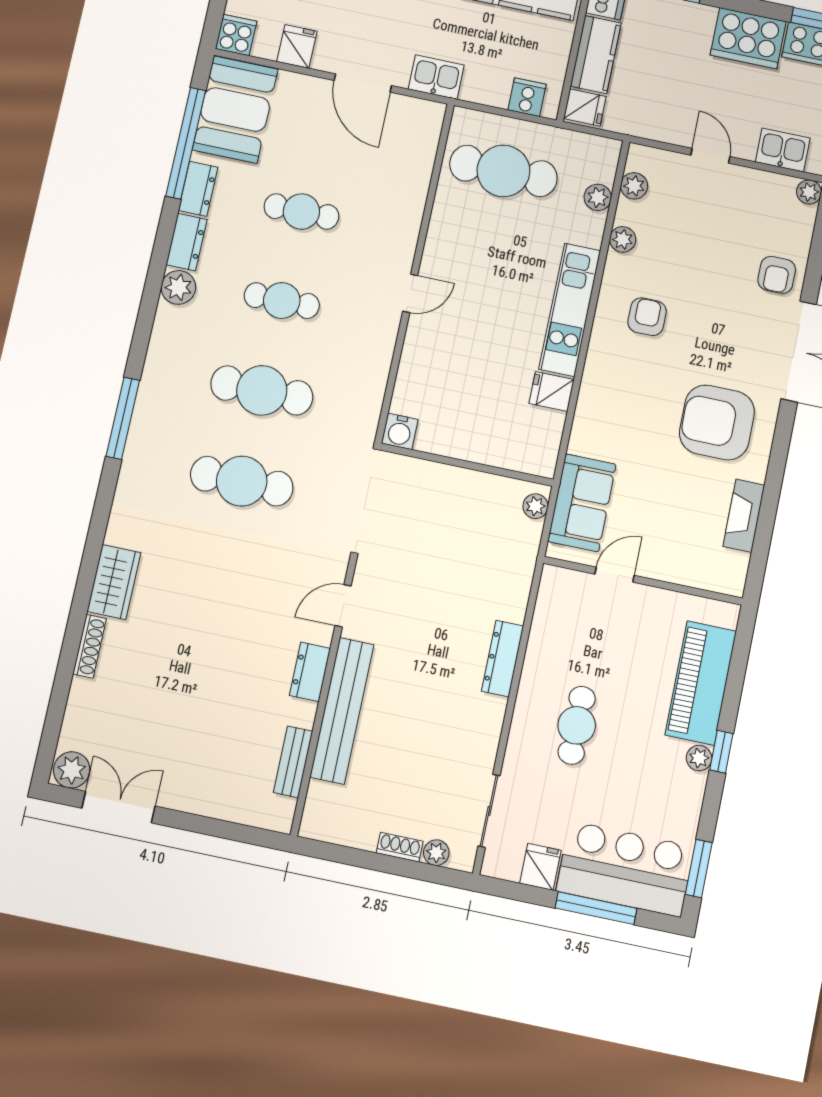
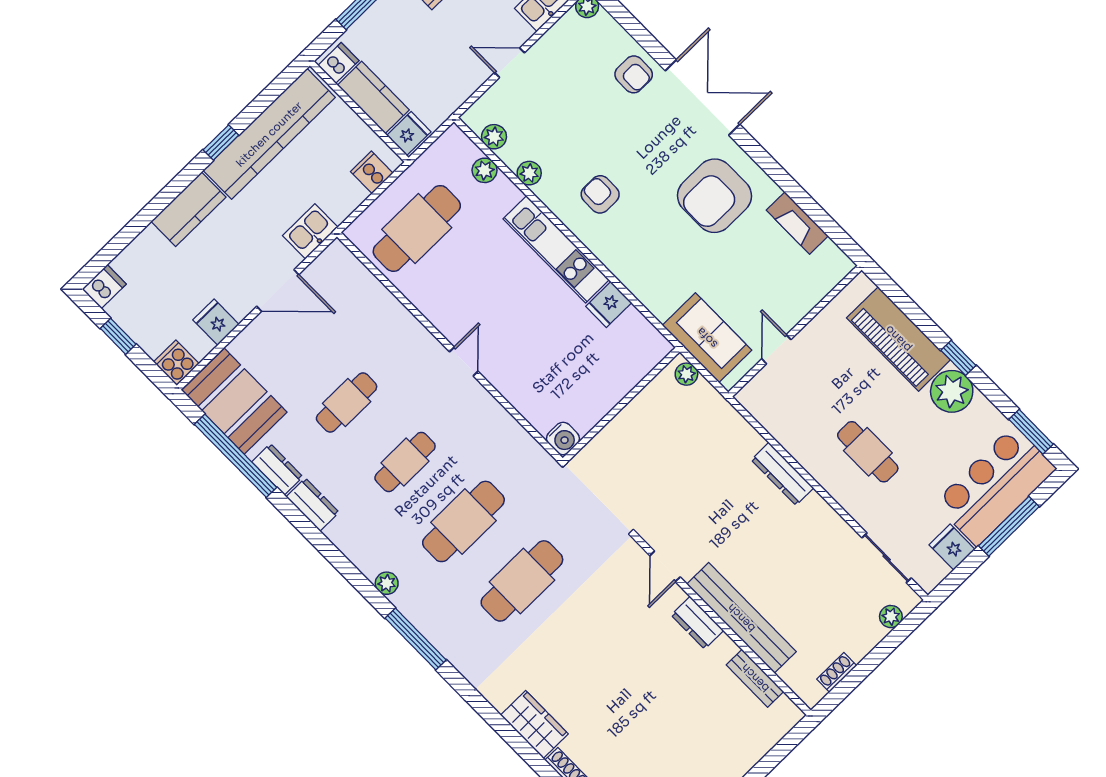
plant: (178, 287) -> (387, 583), moved, width x0.73, depth x0.73
plant: (699, 758) -> (952, 391), width x1.87, depth x1.87
shoe rack: (400, 847) -> (837, 672), moved

